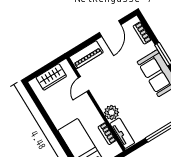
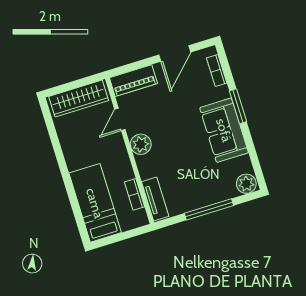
wardrobe: (51, 77) -> (79, 99), width x1.50
plant: (112, 112) -> (141, 144), moved

